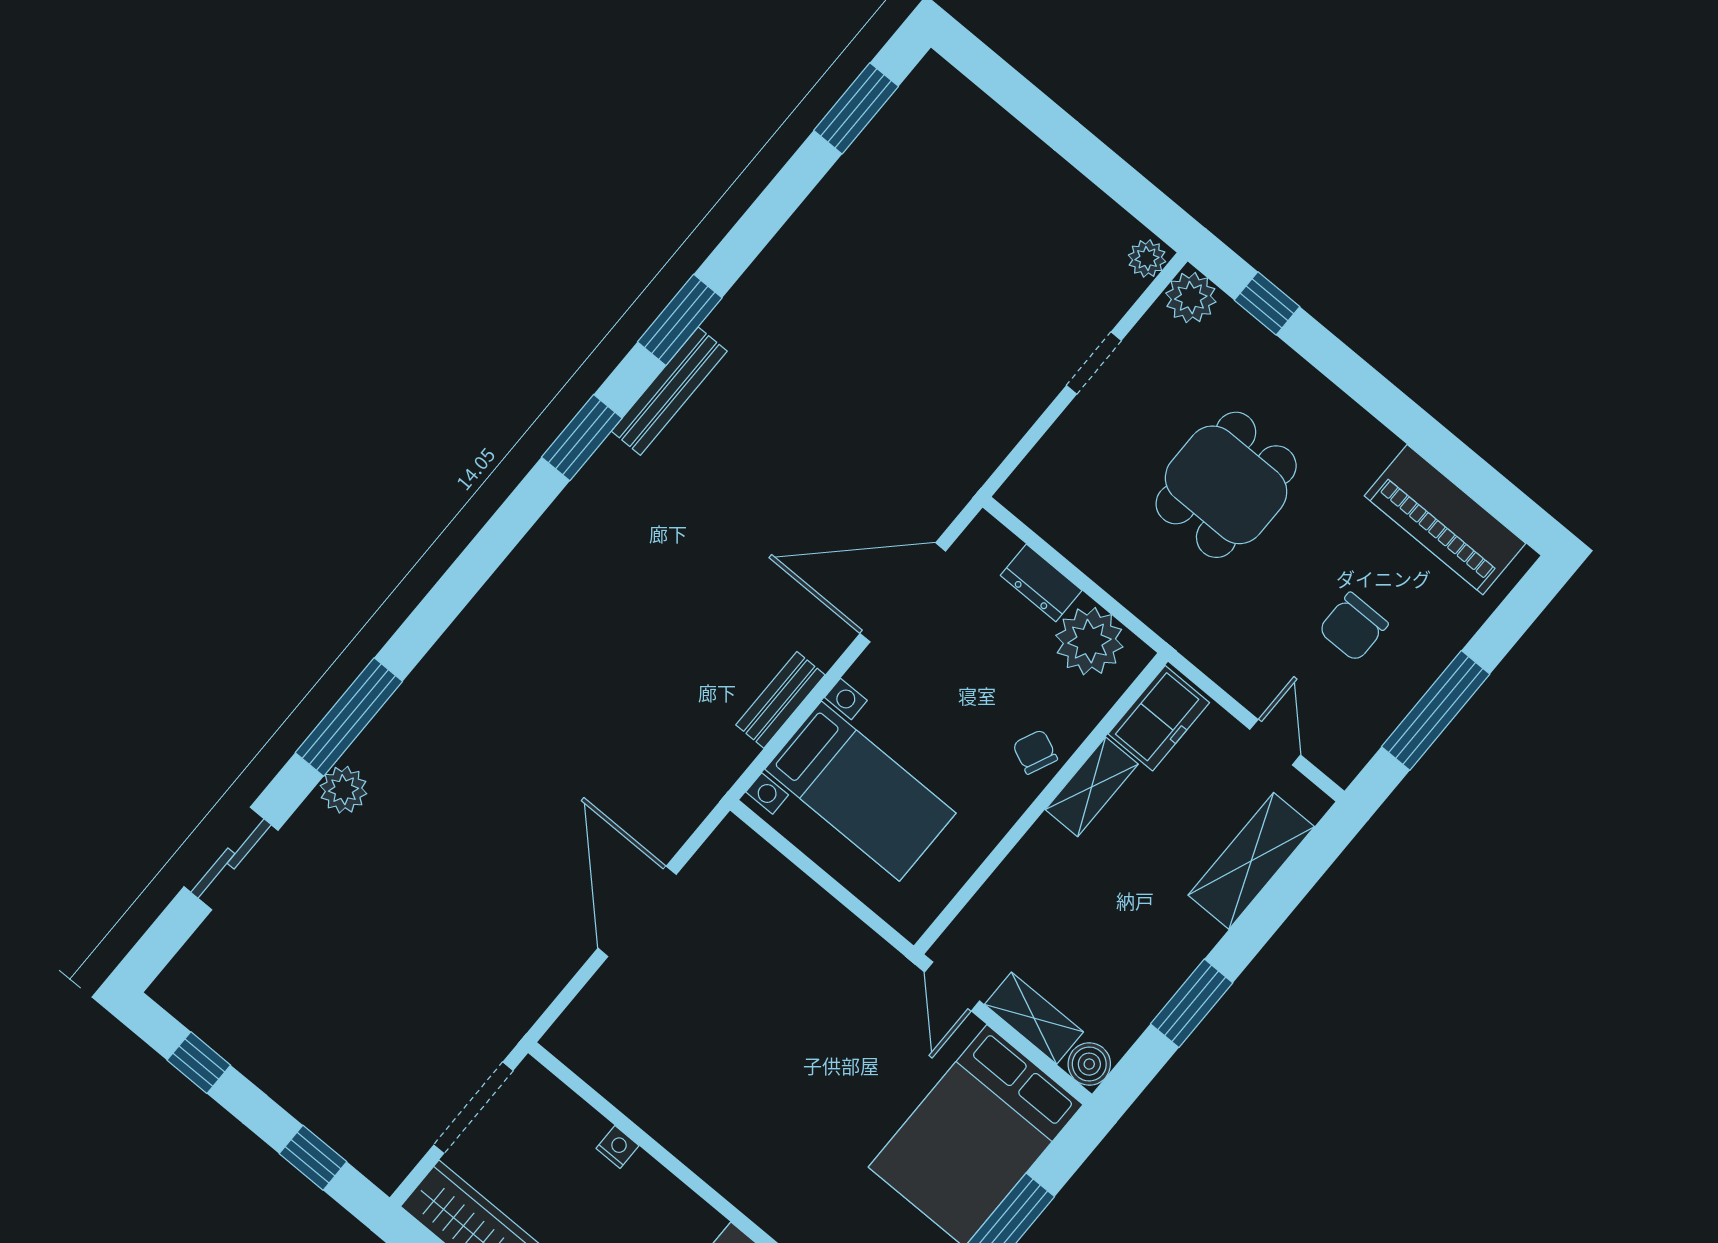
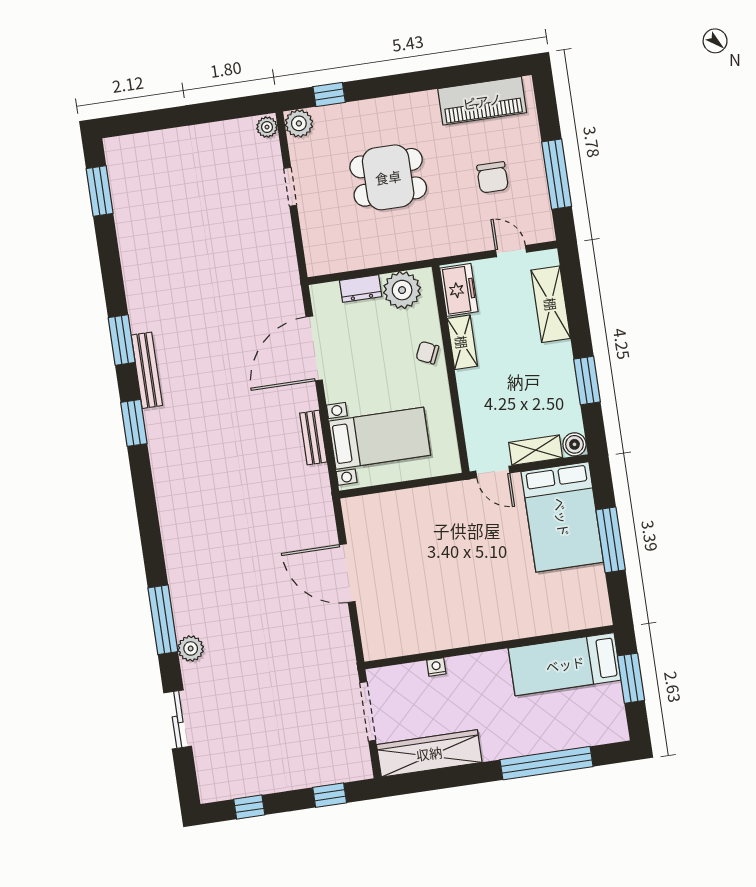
dining table: (1226, 485) -> (388, 177), turned 90

